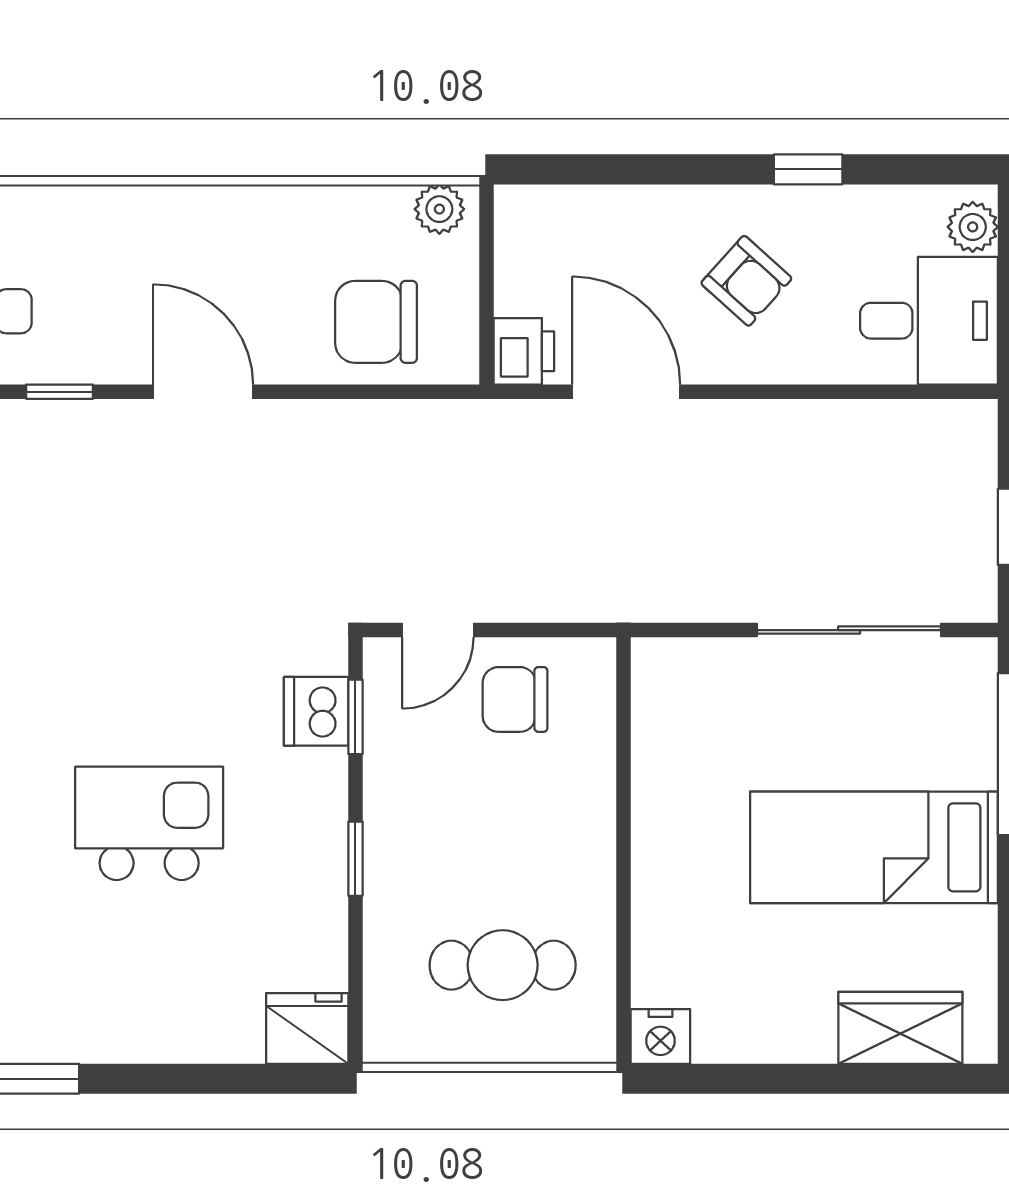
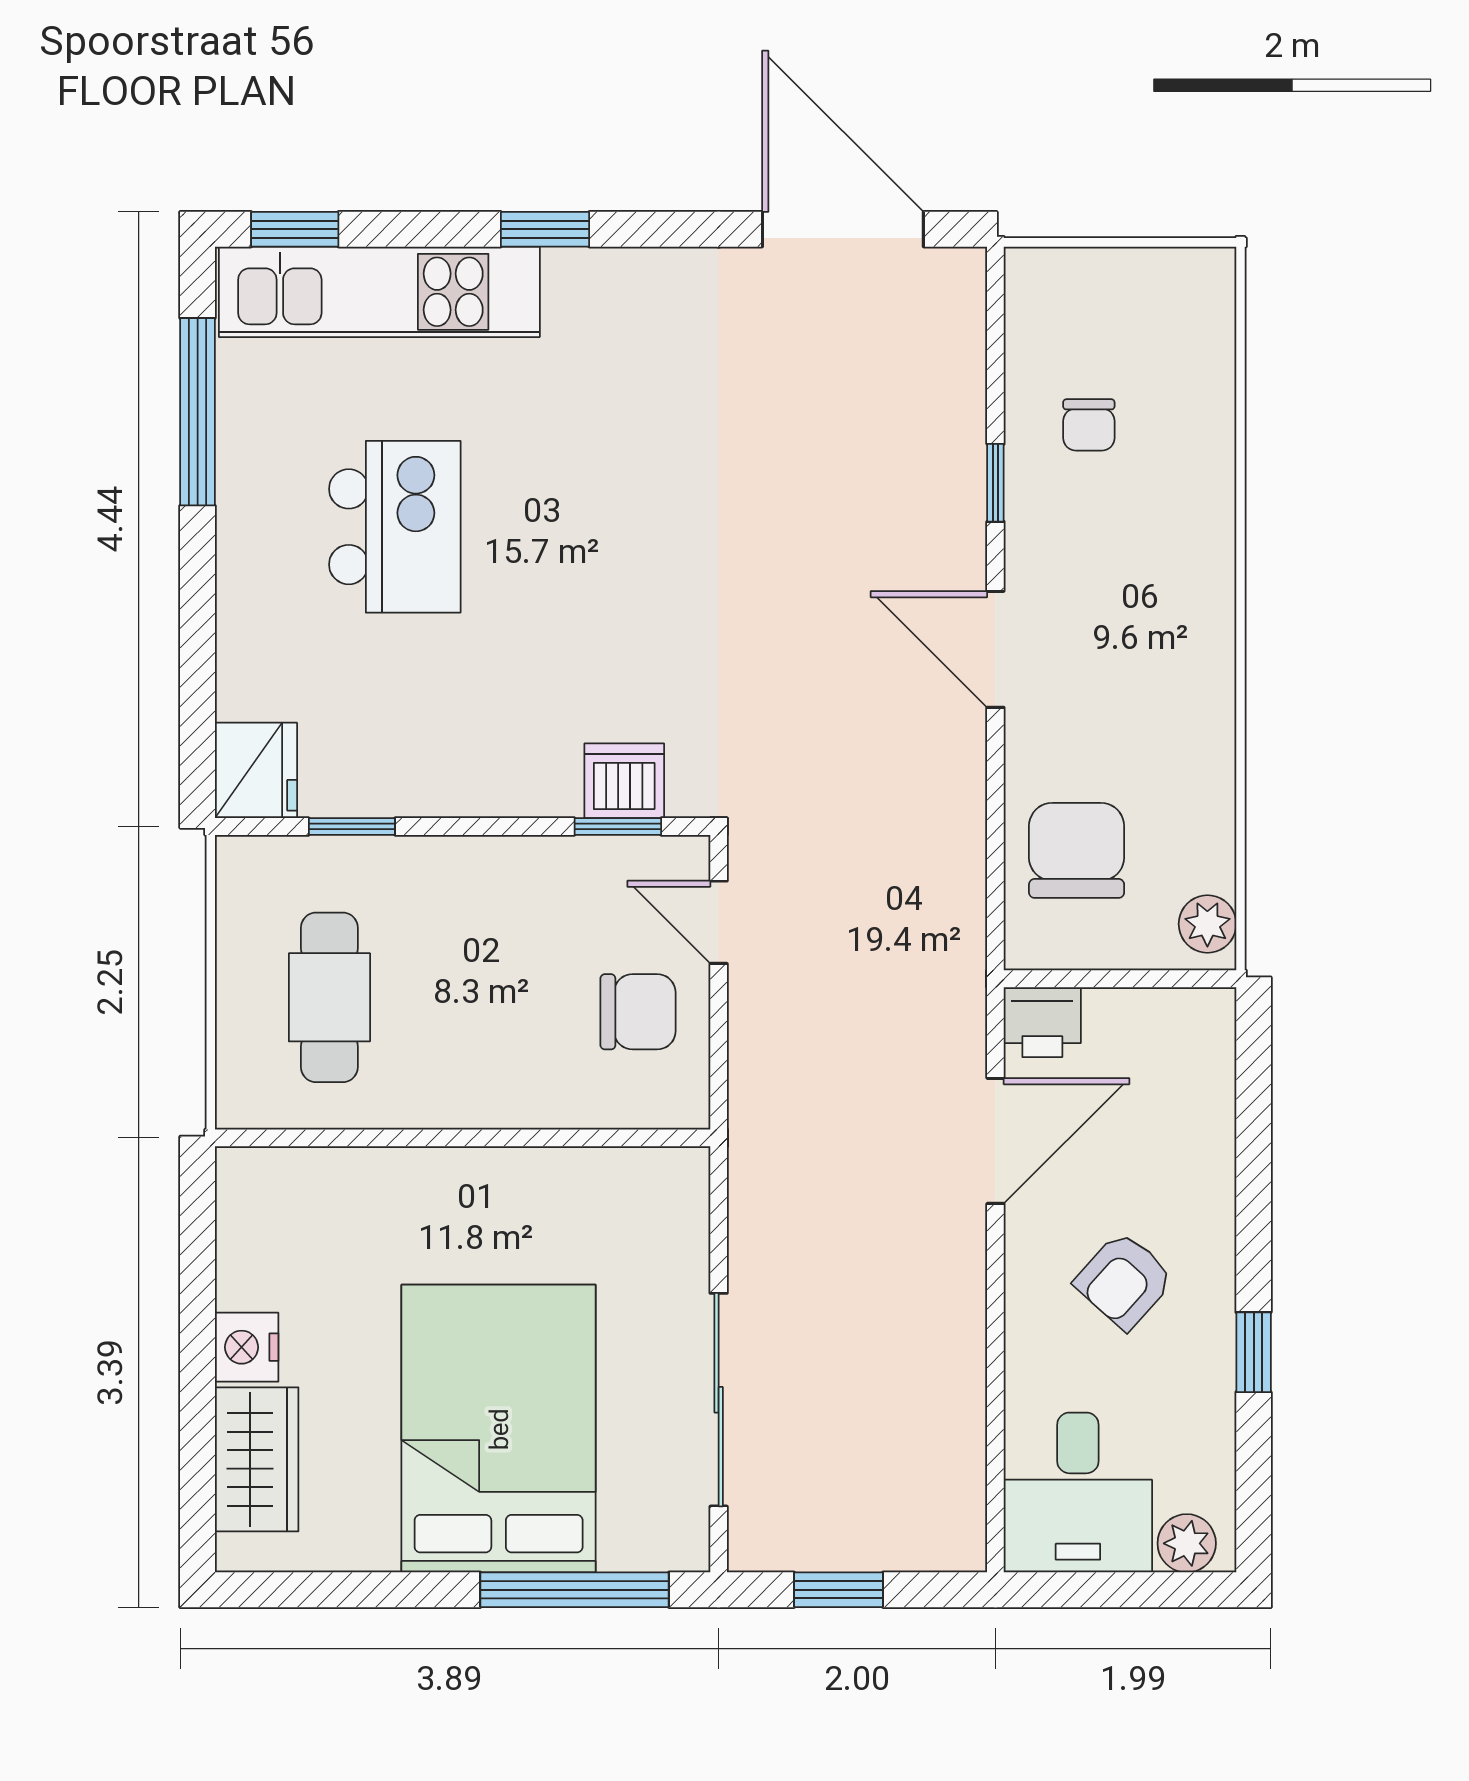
door: (203, 392) -> (995, 649), swing flipped
chair: (515, 699) -> (638, 1012), turned 90
kitchen island: (149, 823) -> (395, 527), moved
bed: (874, 847) -> (499, 1429), width x1.50
window: (355, 859) -> (352, 826), moved
nightstand: (660, 1036) -> (247, 1347), moved

